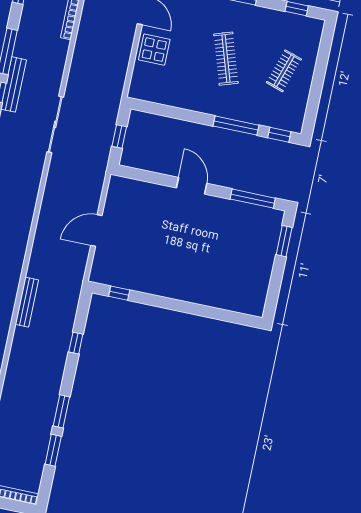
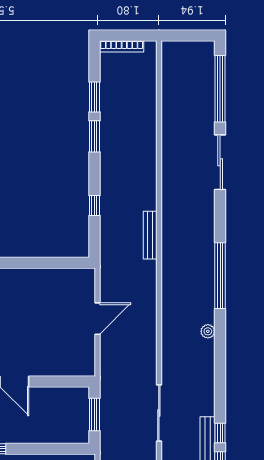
window: (119, 137) -> (94, 414), width x1.50
window: (119, 293) -> (63, 263), removed

